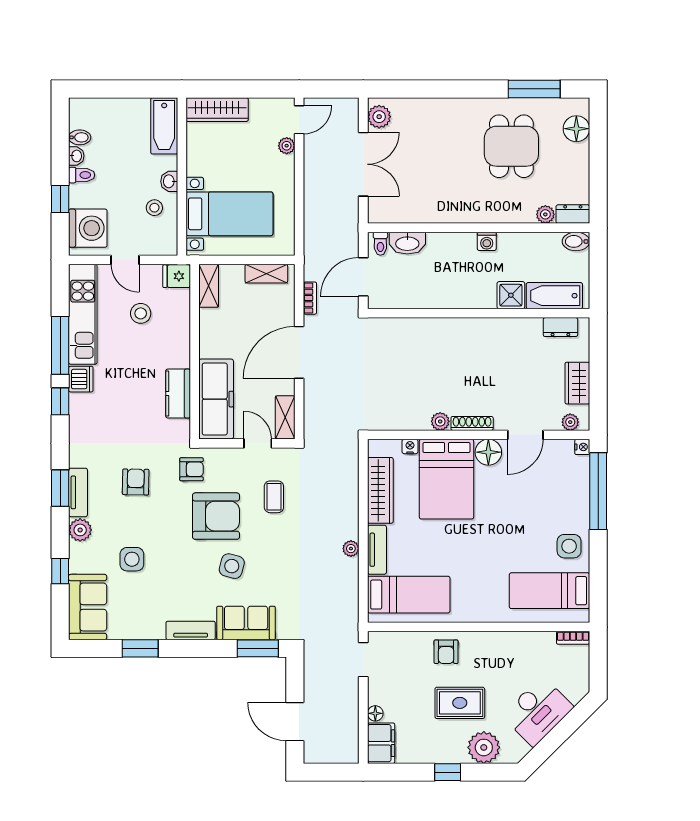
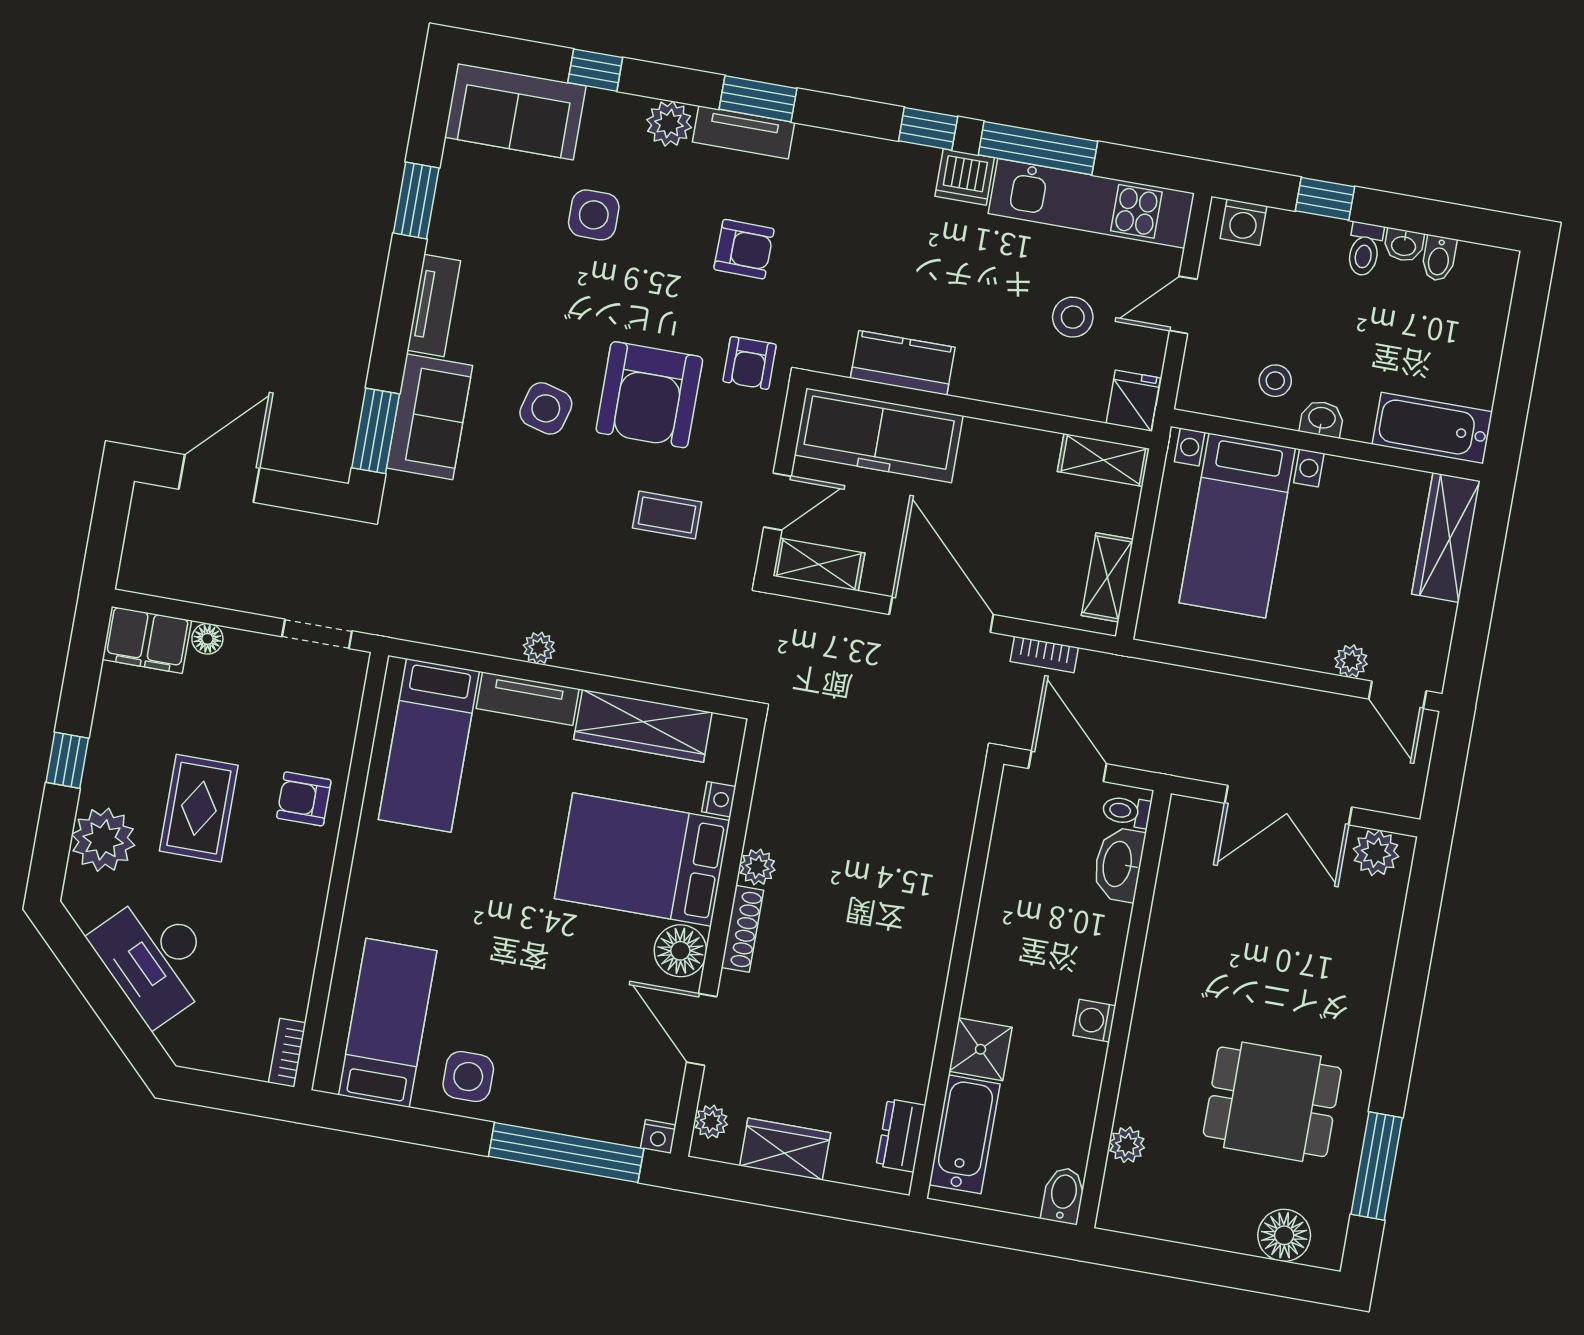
dresser: (573, 214) -> (1118, 1199), removed
washing machine: (88, 228) -> (1244, 222), width x0.53, depth x0.53

